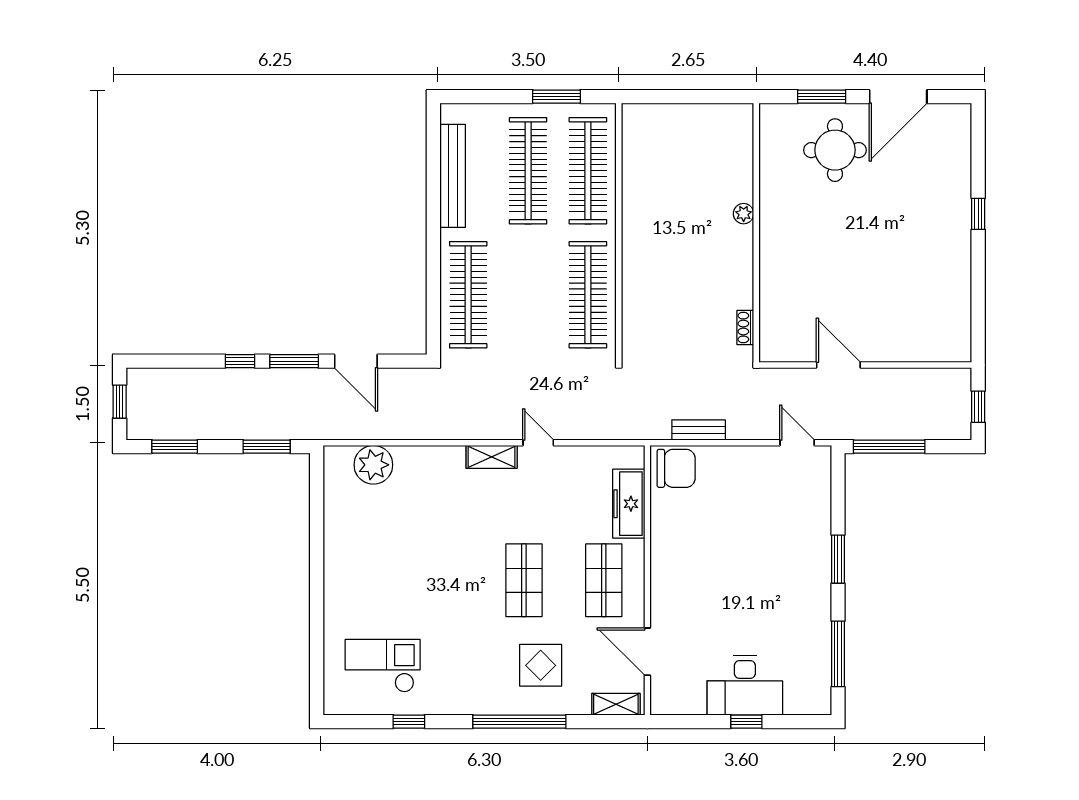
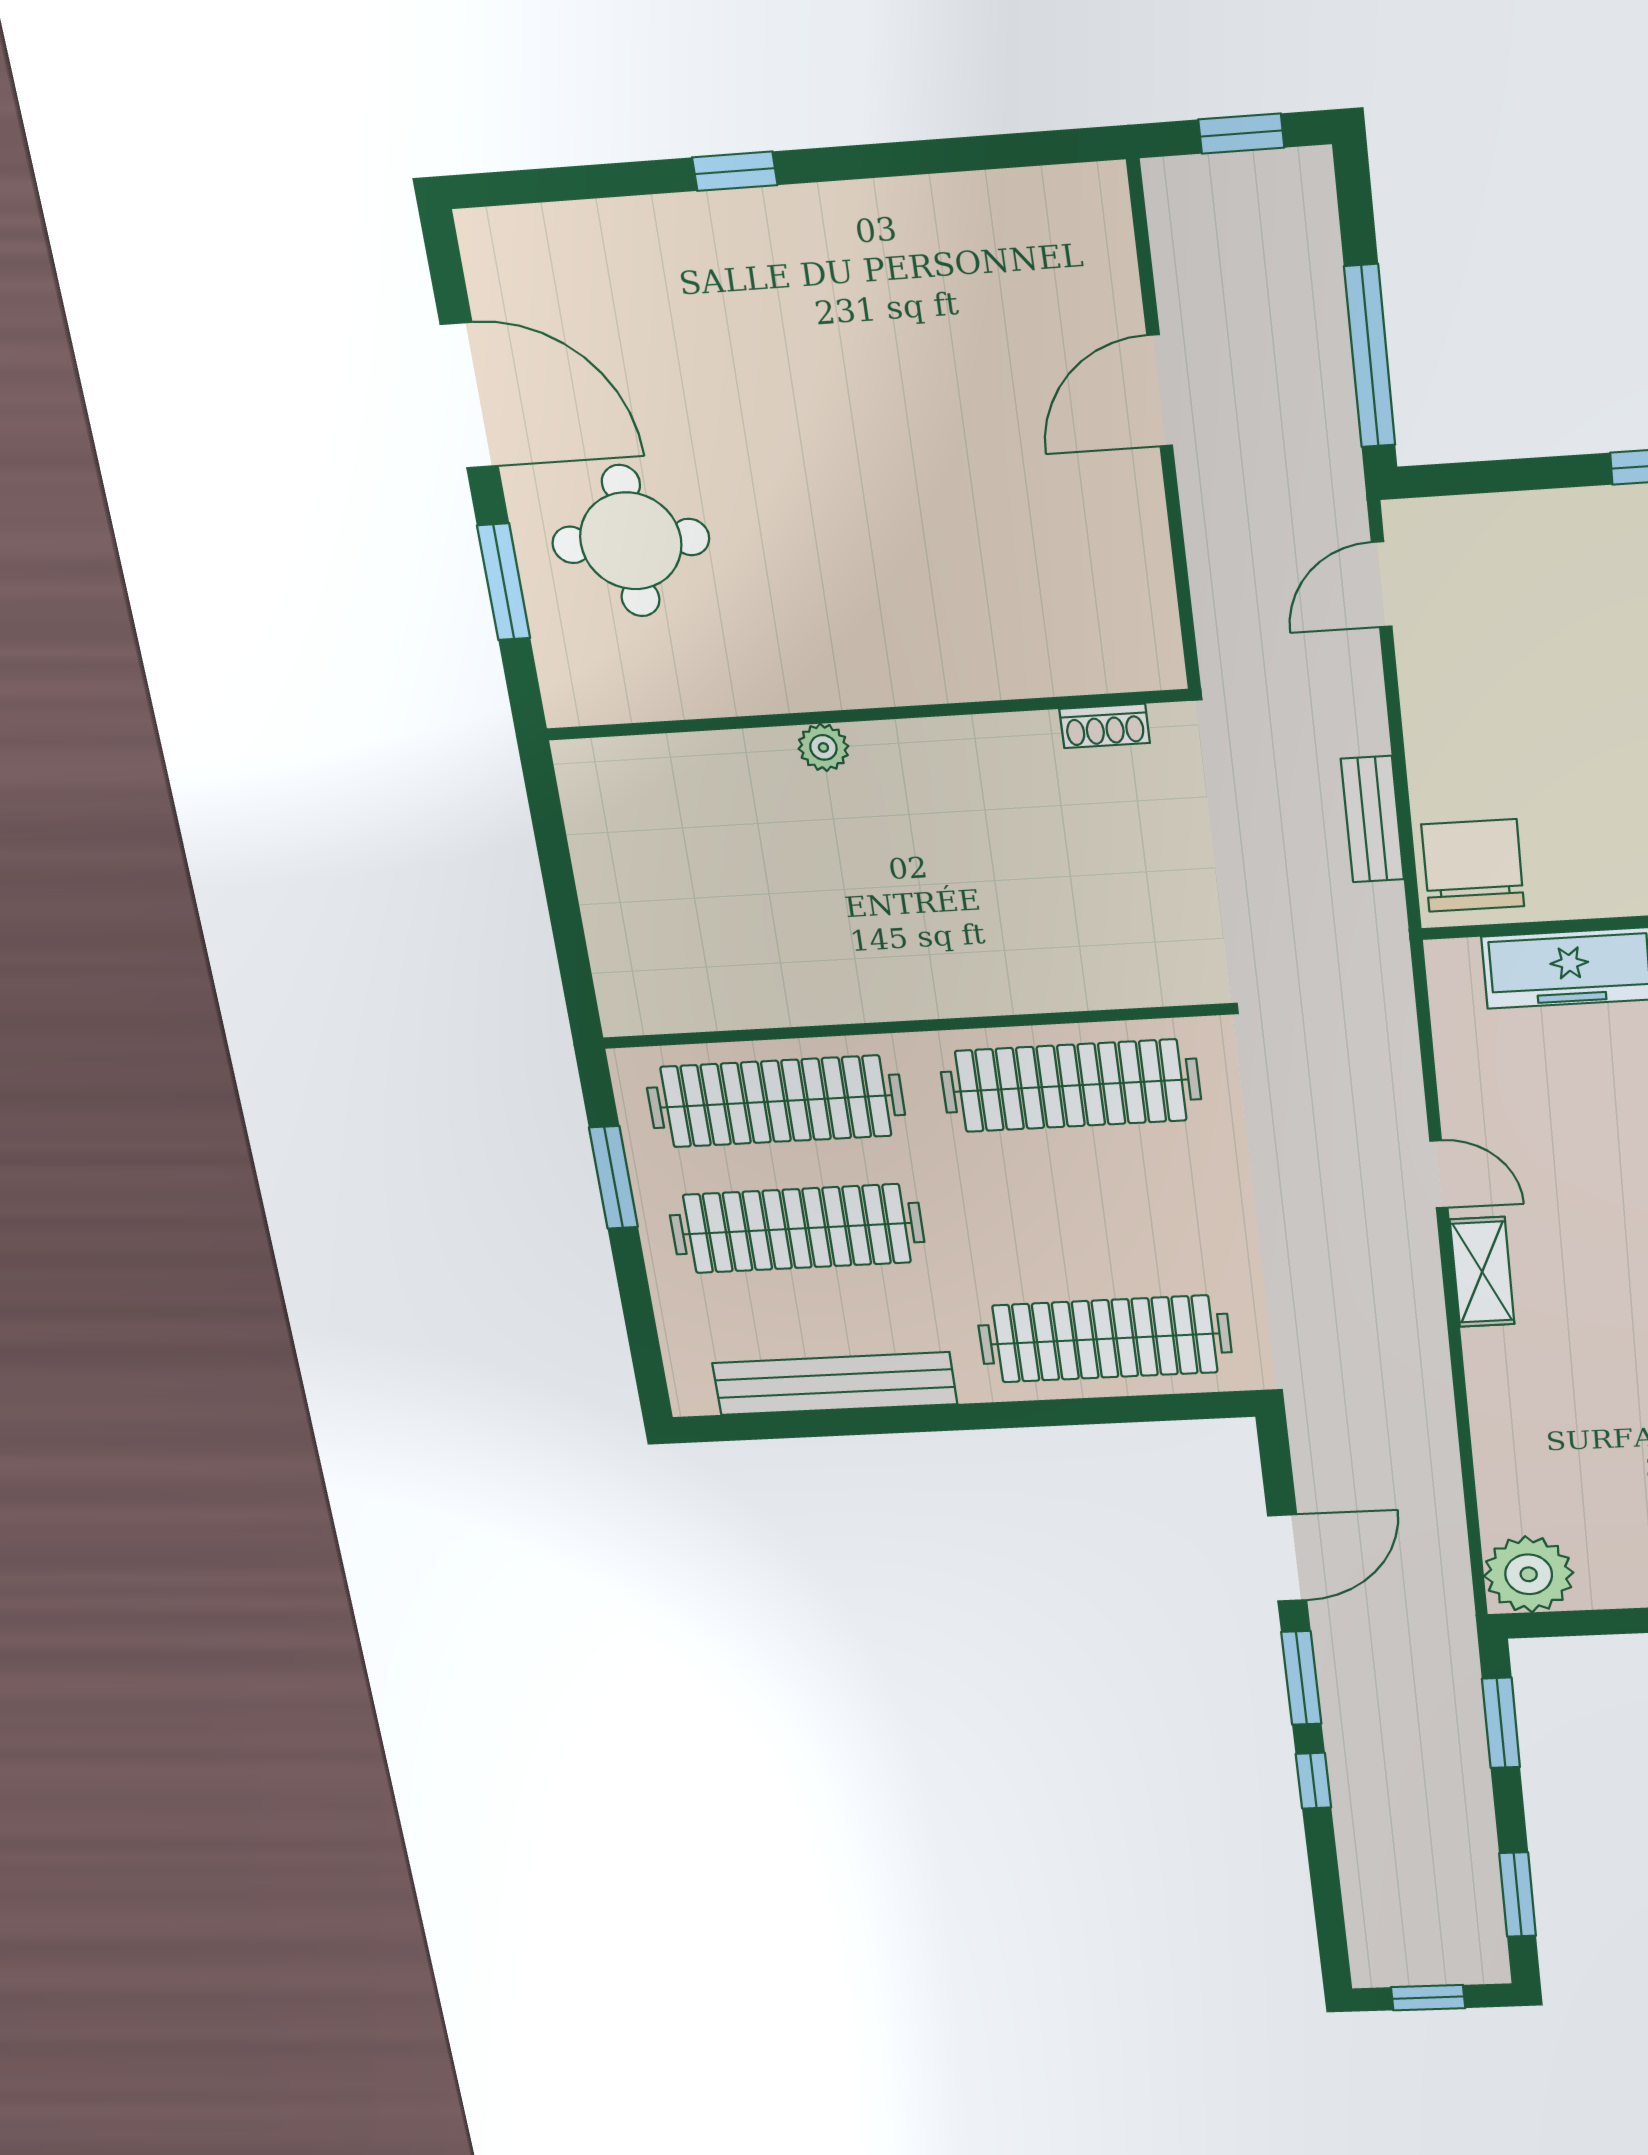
door: (838, 365) -> (1160, 391), moved
door: (538, 443) -> (1439, 1174), swing flipped
plant: (373, 465) -> (1529, 1574), moved

